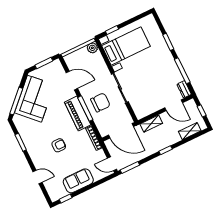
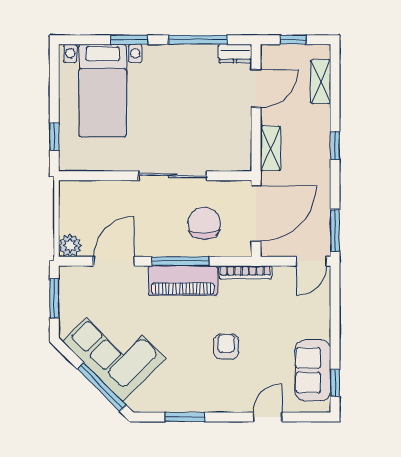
bed with nightstands: (126, 46) -> (103, 91), moved, turned 180
plant: (92, 48) -> (70, 246), moved
chair: (100, 102) -> (204, 223), moved
sofa: (78, 181) -> (313, 370), moved

